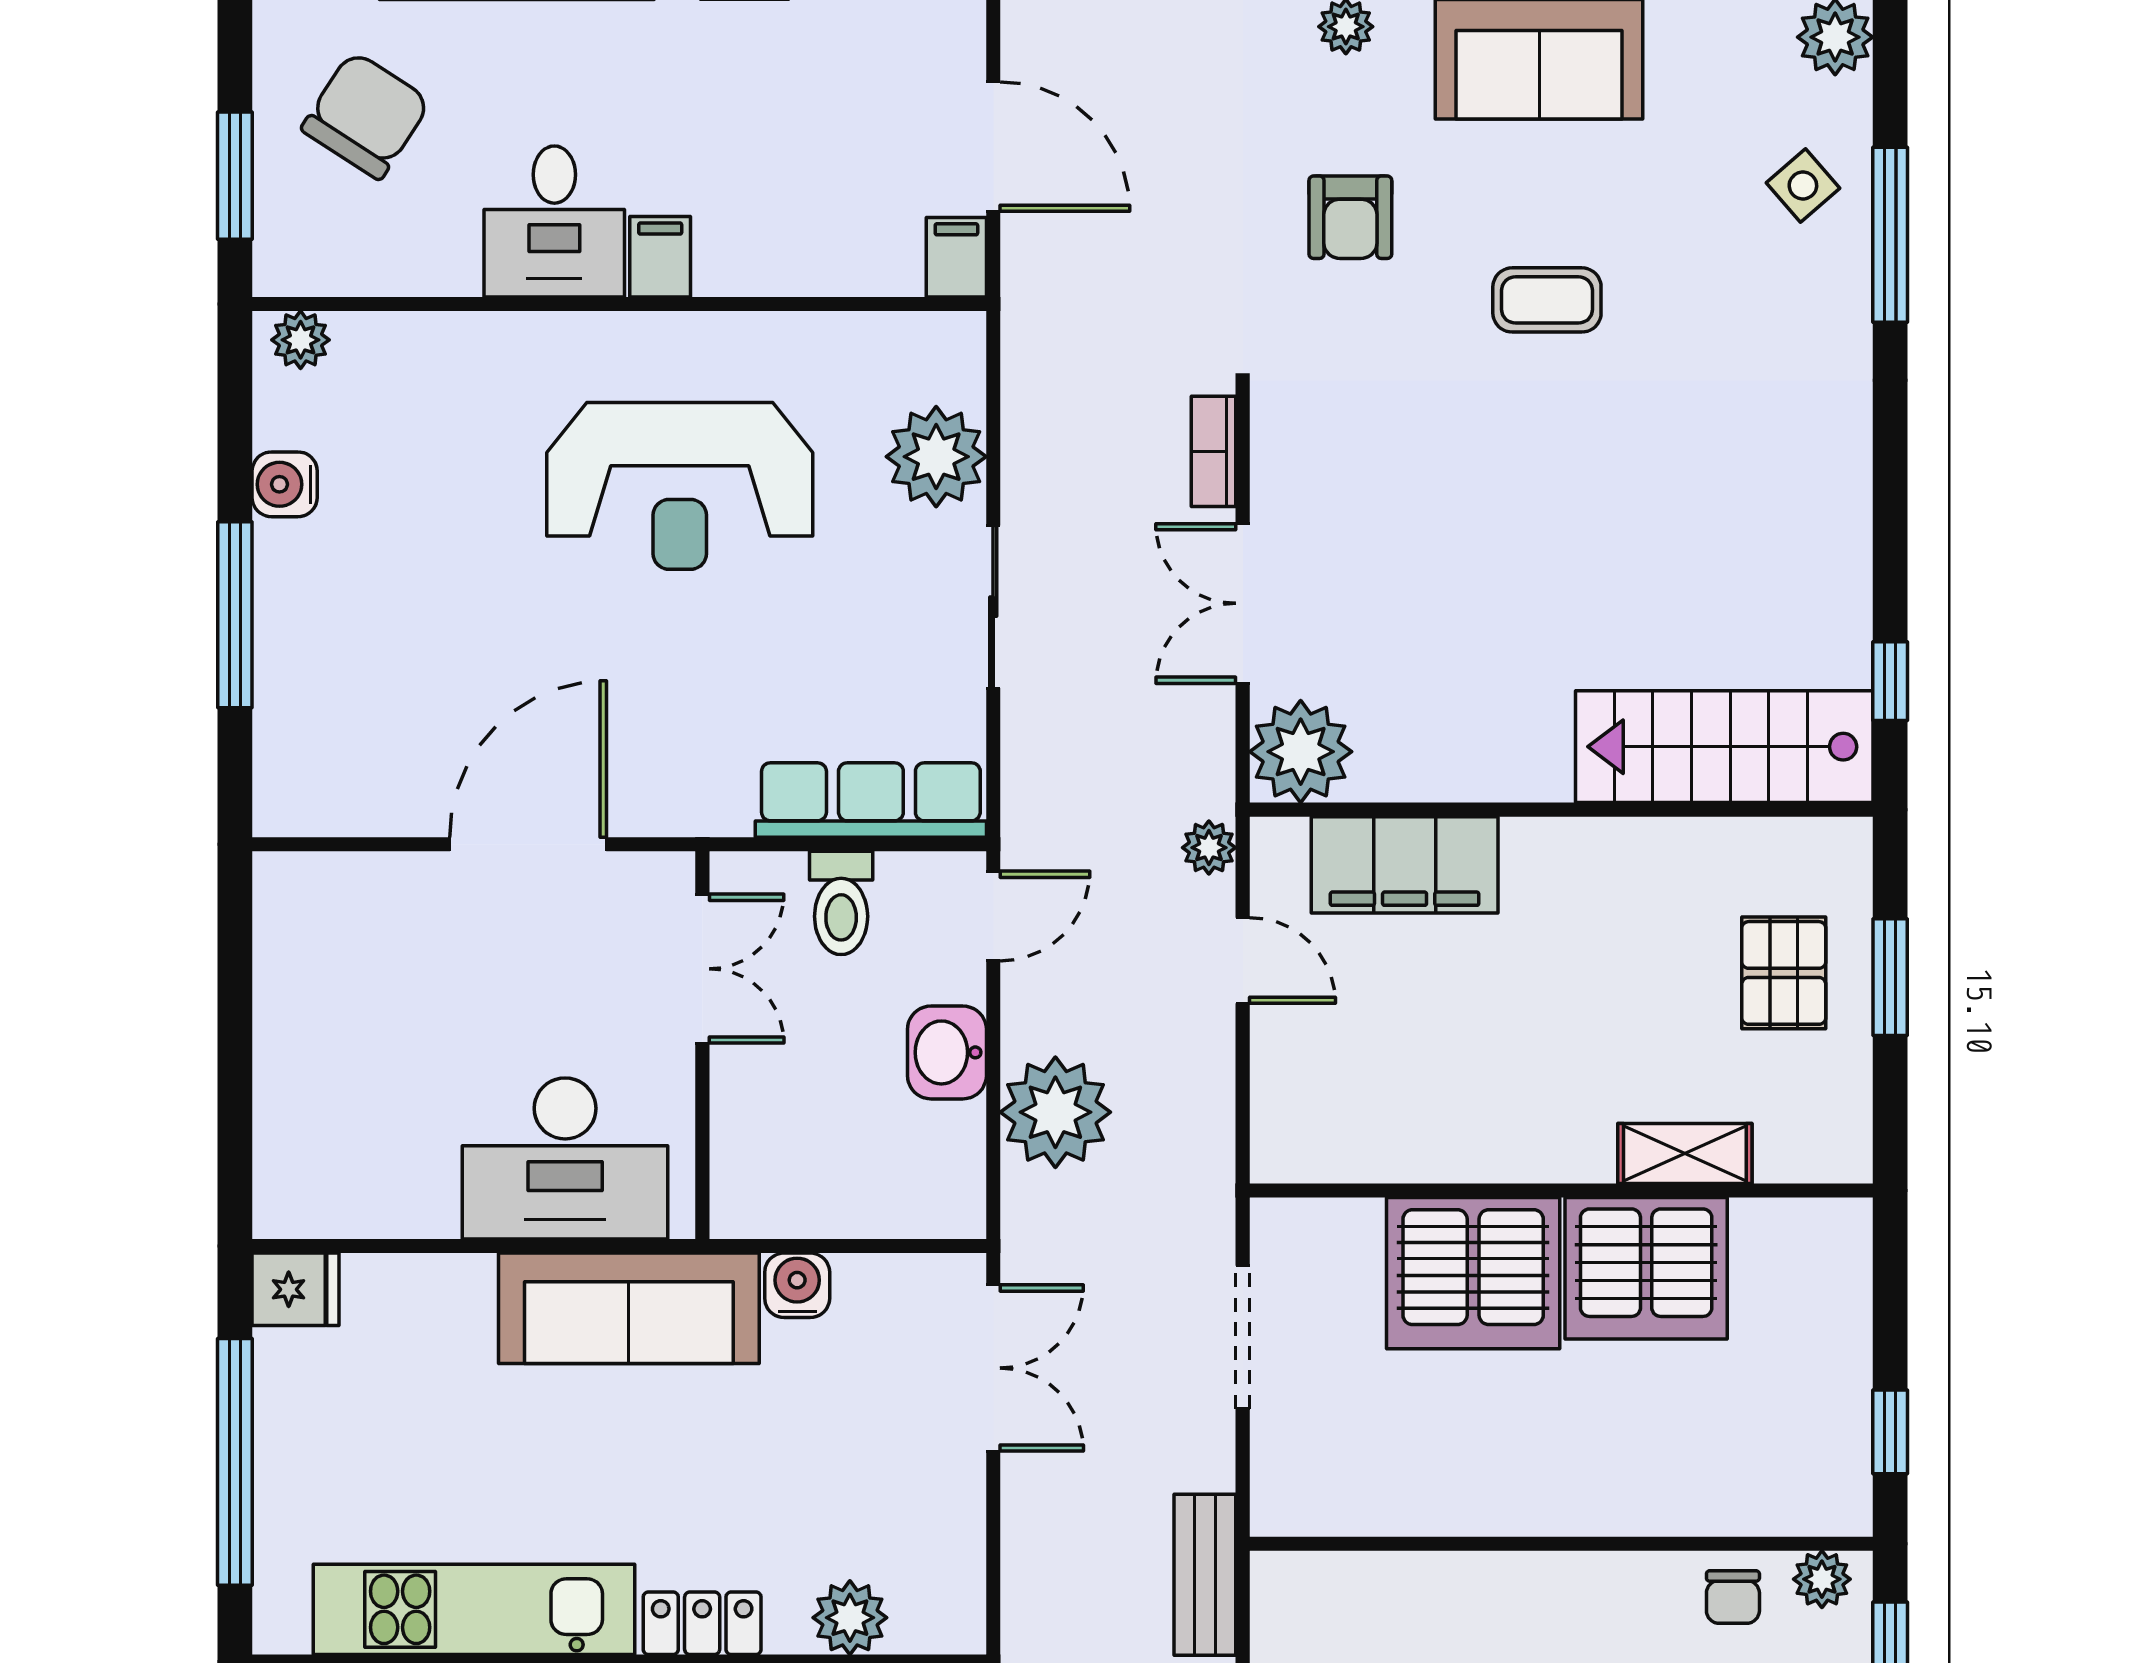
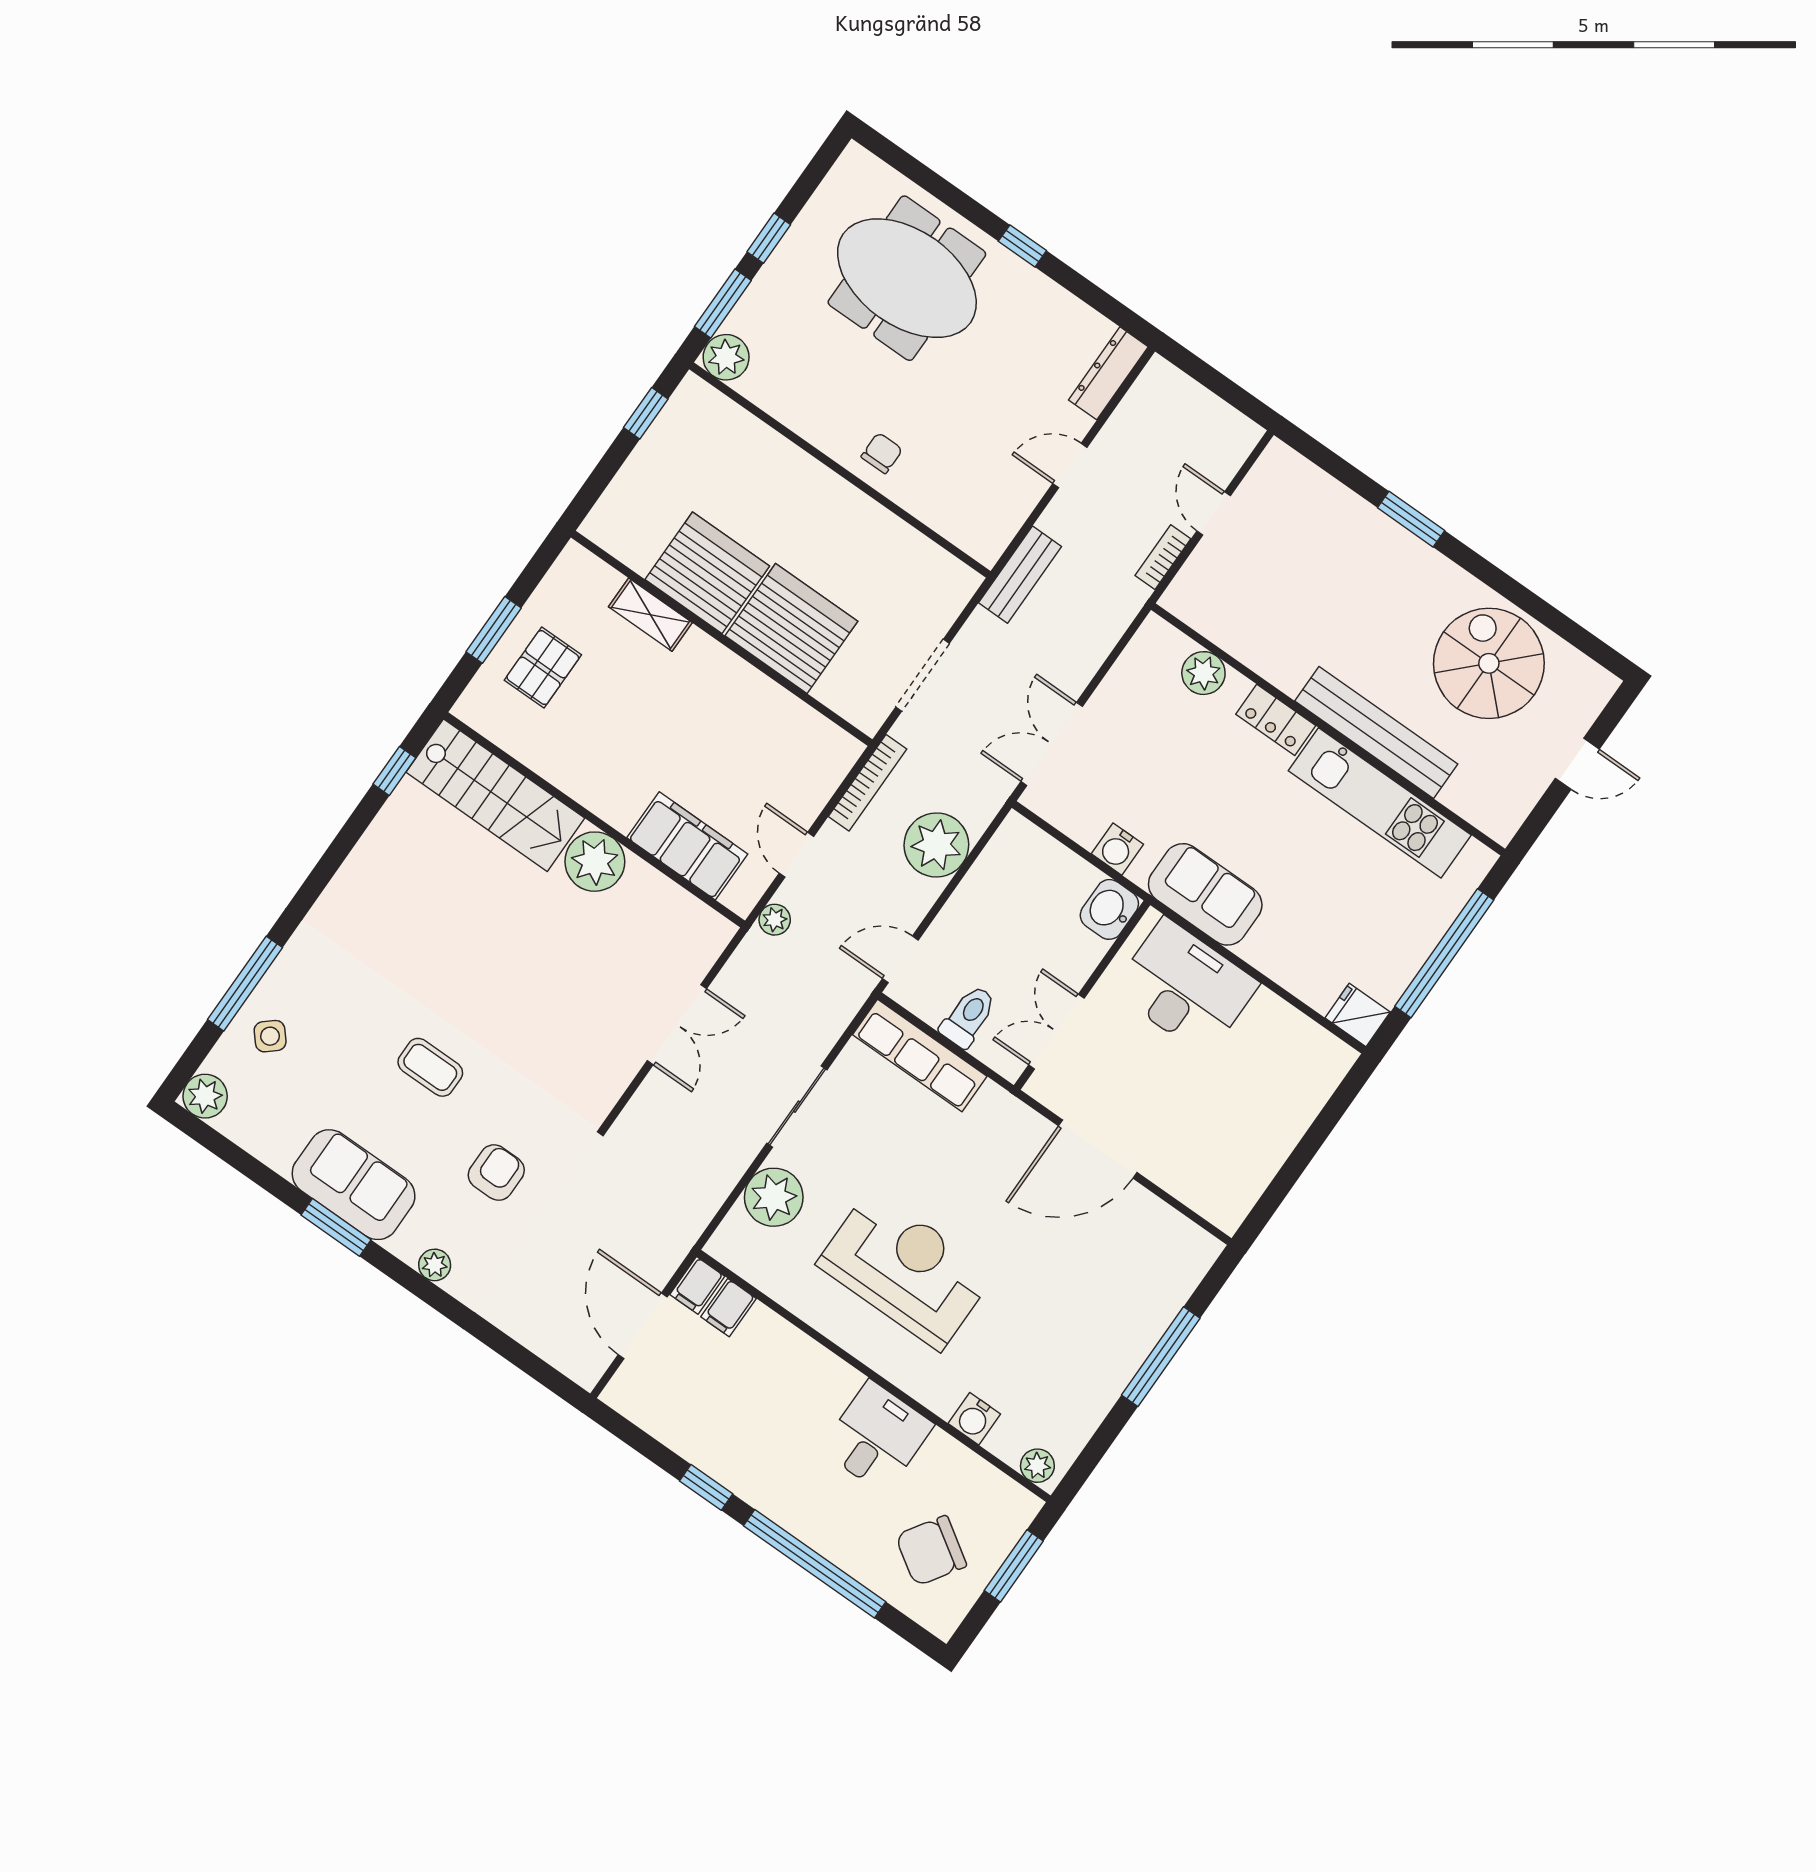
filing cabinet: (660, 257) -> (728, 1308), moved
bookcase: (1214, 451) -> (868, 783), moved, width x1.56
water cooler: (285, 484) -> (974, 1419), moved, turned 90
plant: (1301, 752) -> (595, 862), moved
washbasin: (947, 1052) -> (1109, 909), moved, turned 180
sofa: (629, 1308) -> (1205, 894), width x0.73
plant: (1822, 1579) -> (726, 357), width x1.38, depth x1.38
chair: (1733, 1597) -> (882, 453), moved

